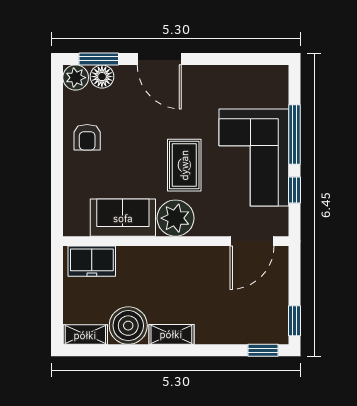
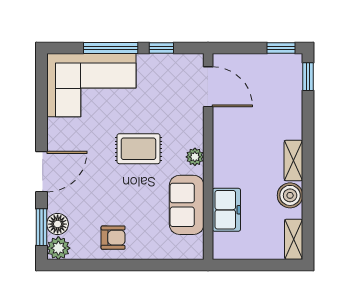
corner sofa: (254, 157) -> (91, 85), moved
plant: (175, 218) -> (195, 157), width x0.53, depth x0.53
freezer: (92, 261) -> (226, 210), moved
boiler: (128, 326) -> (290, 195), width x0.73, depth x0.73

